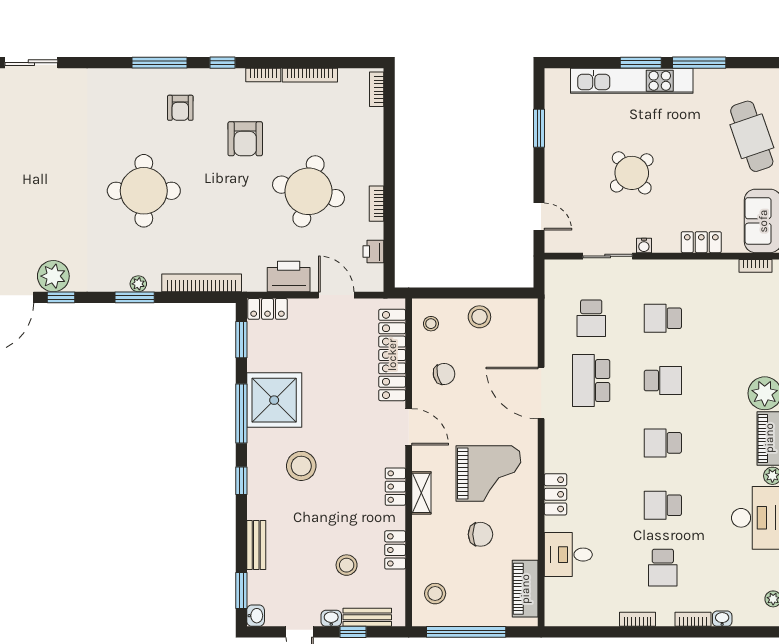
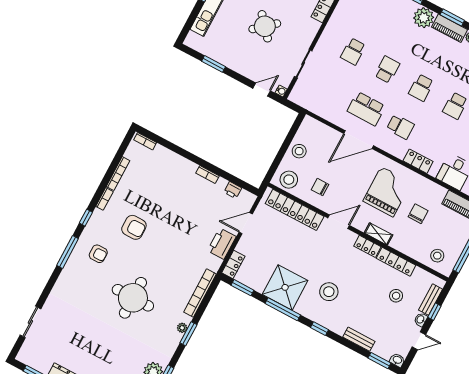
round table: (308, 191) -> (181, 208), removed
water cooler: (644, 245) -> (281, 91), moved
school desk: (591, 318) -> (400, 127), moved
stool: (431, 324) -> (289, 180), width x1.89, depth x1.89
chair: (444, 374) -> (320, 187), turned -77
locker: (395, 550) -> (396, 262), width x1.53

